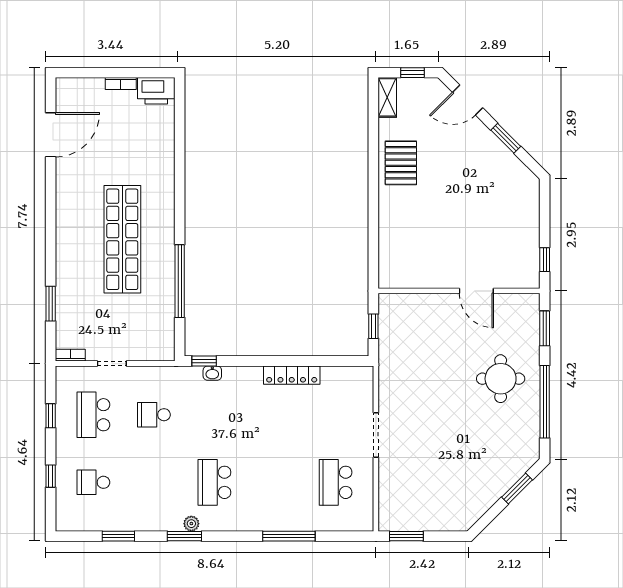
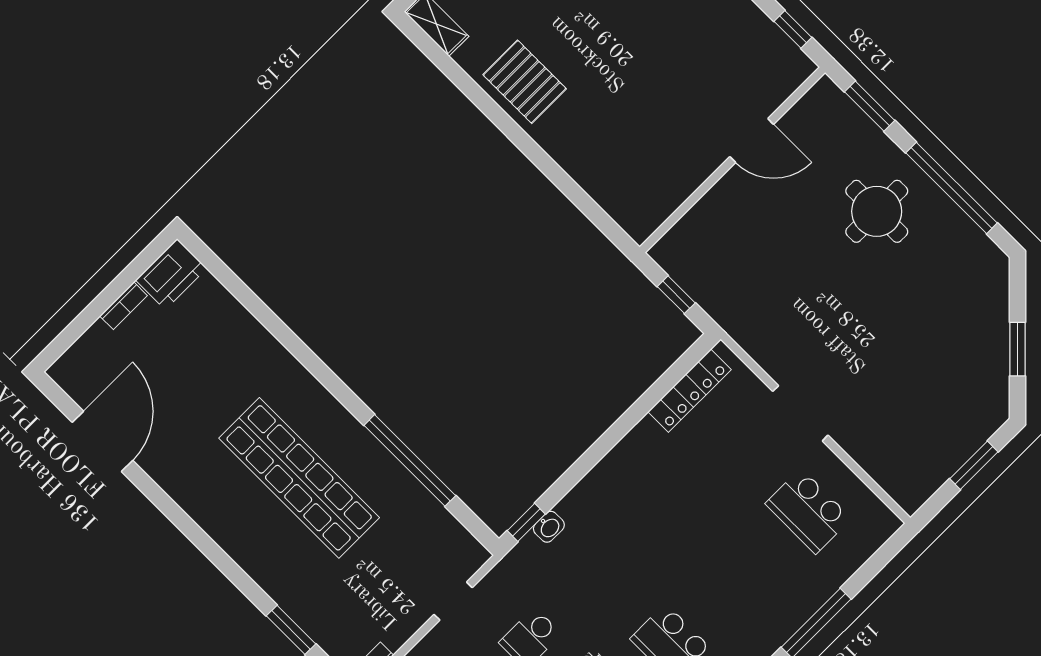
doorway: (112, 364) -> (453, 601), moved
locker: (292, 375) -> (690, 391), moved
window: (517, 489) -> (1017, 349), moved
window: (406, 536) -> (974, 465), moved

